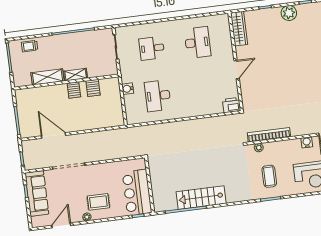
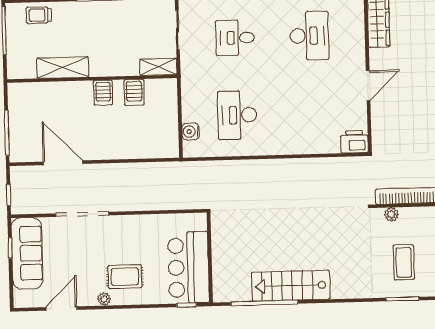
shelving: (76, 75) -> (158, 67), moved
water cooler: (128, 89) -> (191, 132), moved

